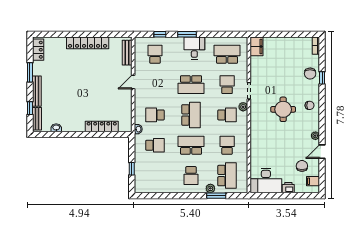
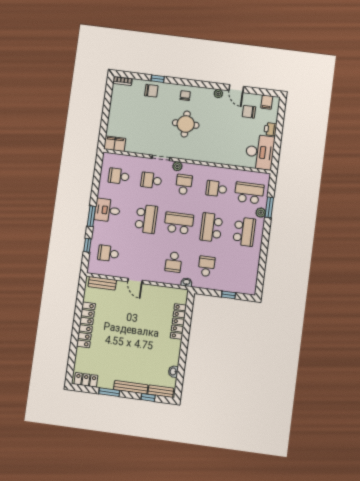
school desk: (227, 54) -> (119, 176), width x0.54
school desk: (191, 176) -> (244, 232), width x1.85

